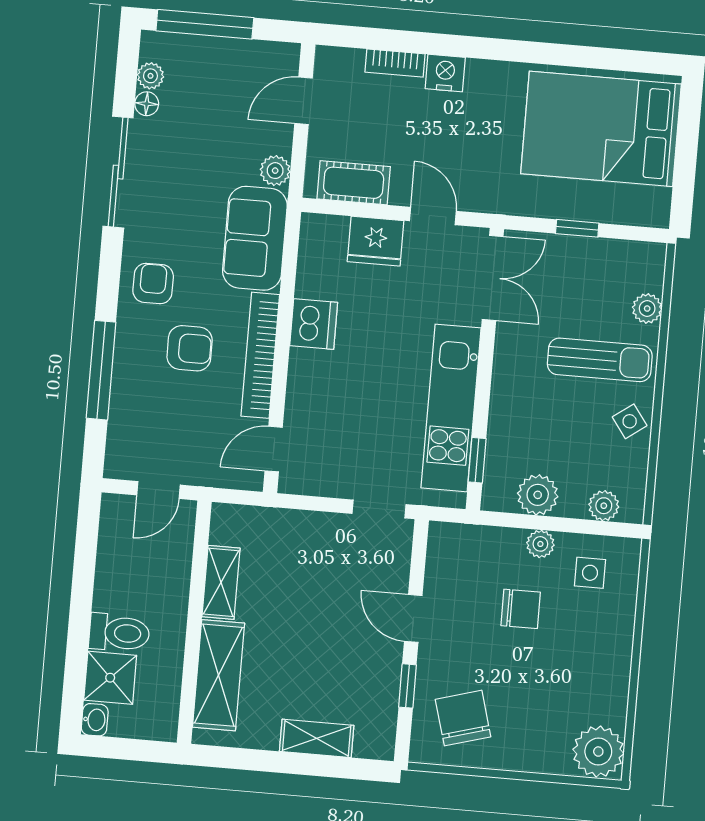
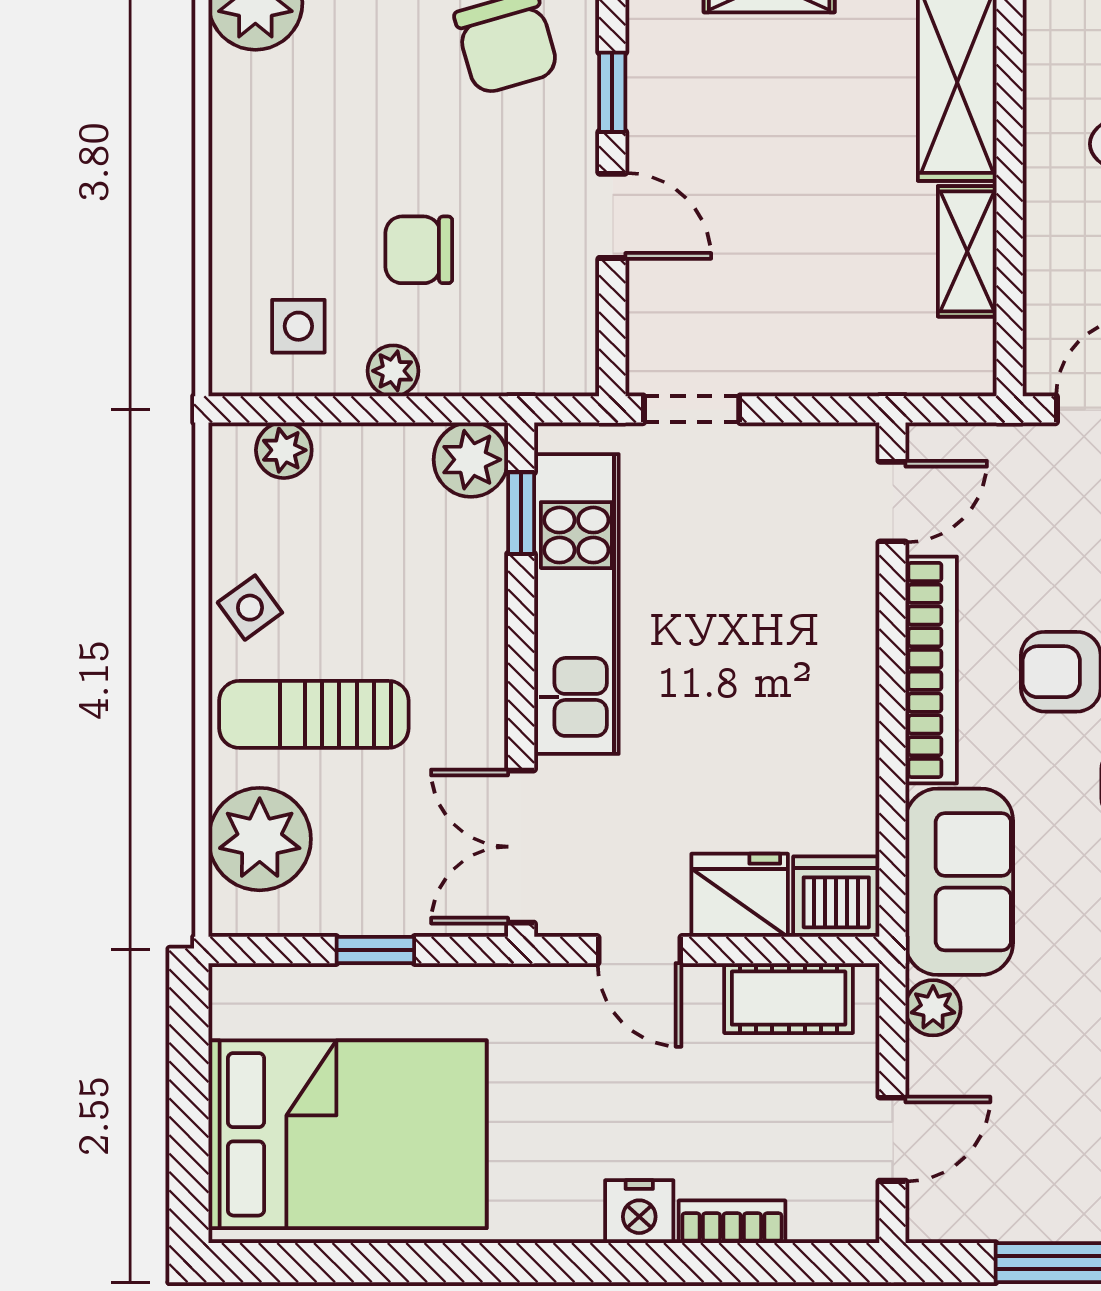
plant: (647, 309) -> (260, 839), width x1.88, depth x1.88
dishwasher: (314, 324) -> (836, 897), moved, turned 90
plant: (538, 495) -> (471, 460), moved

